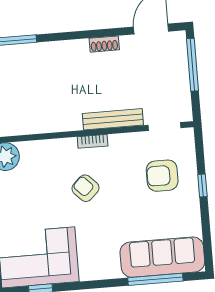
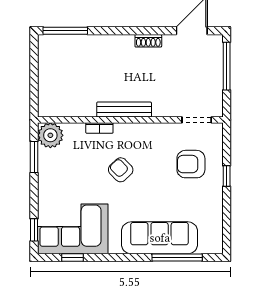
bench: (113, 119) -> (124, 110), moved
bookcase: (93, 141) -> (99, 128), moved
sofa: (162, 257) -> (160, 238), moved

